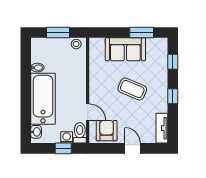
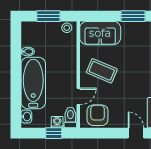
sofa: (125, 49) -> (100, 33), moved
coffee table: (132, 89) -> (102, 71), moved
door: (88, 112) -> (78, 96), hinge flipped
door: (133, 148) -> (136, 133), moved

